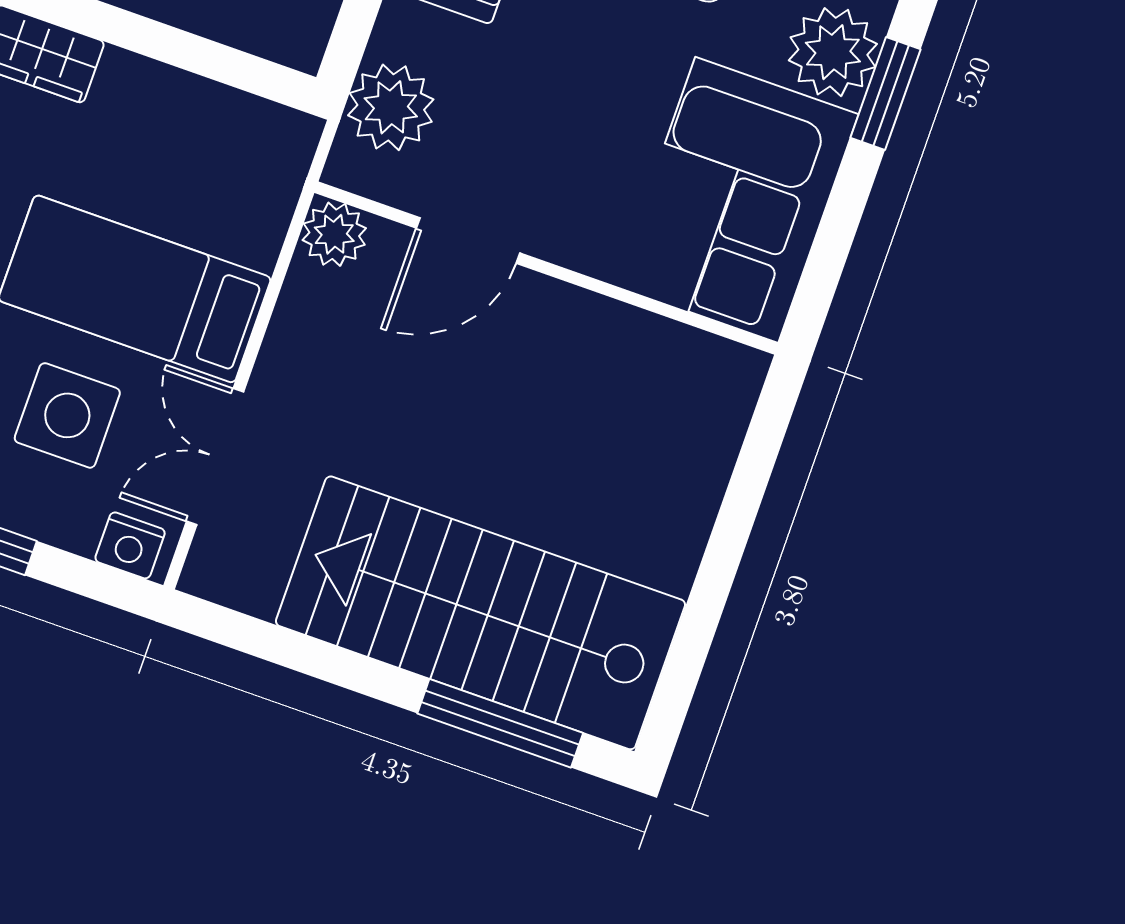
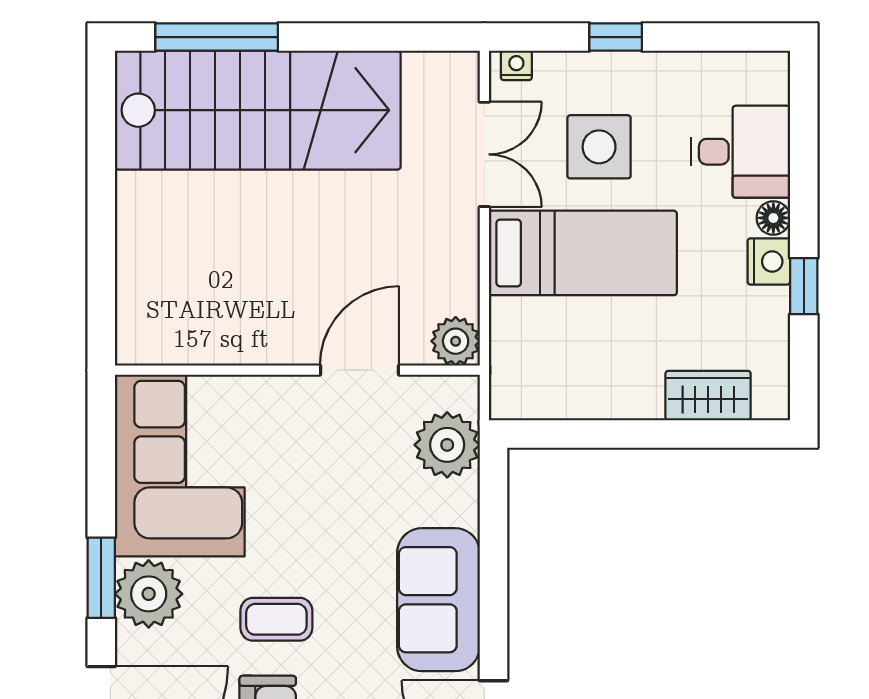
nightstand: (130, 545) -> (516, 65), width x0.72, depth x0.74

